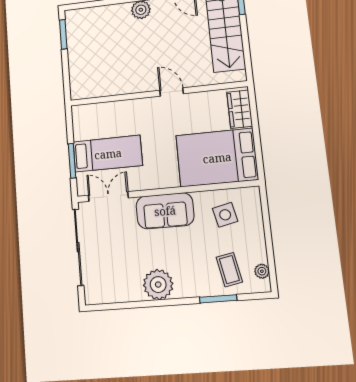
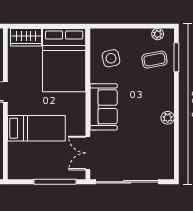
bed: (108, 154) -> (36, 128), moved, turned 90
window: (72, 161) -> (55, 182), width x1.44
plant: (158, 285) -> (168, 118), width x0.53, depth x0.53
window: (218, 299) -> (176, 57), moved

